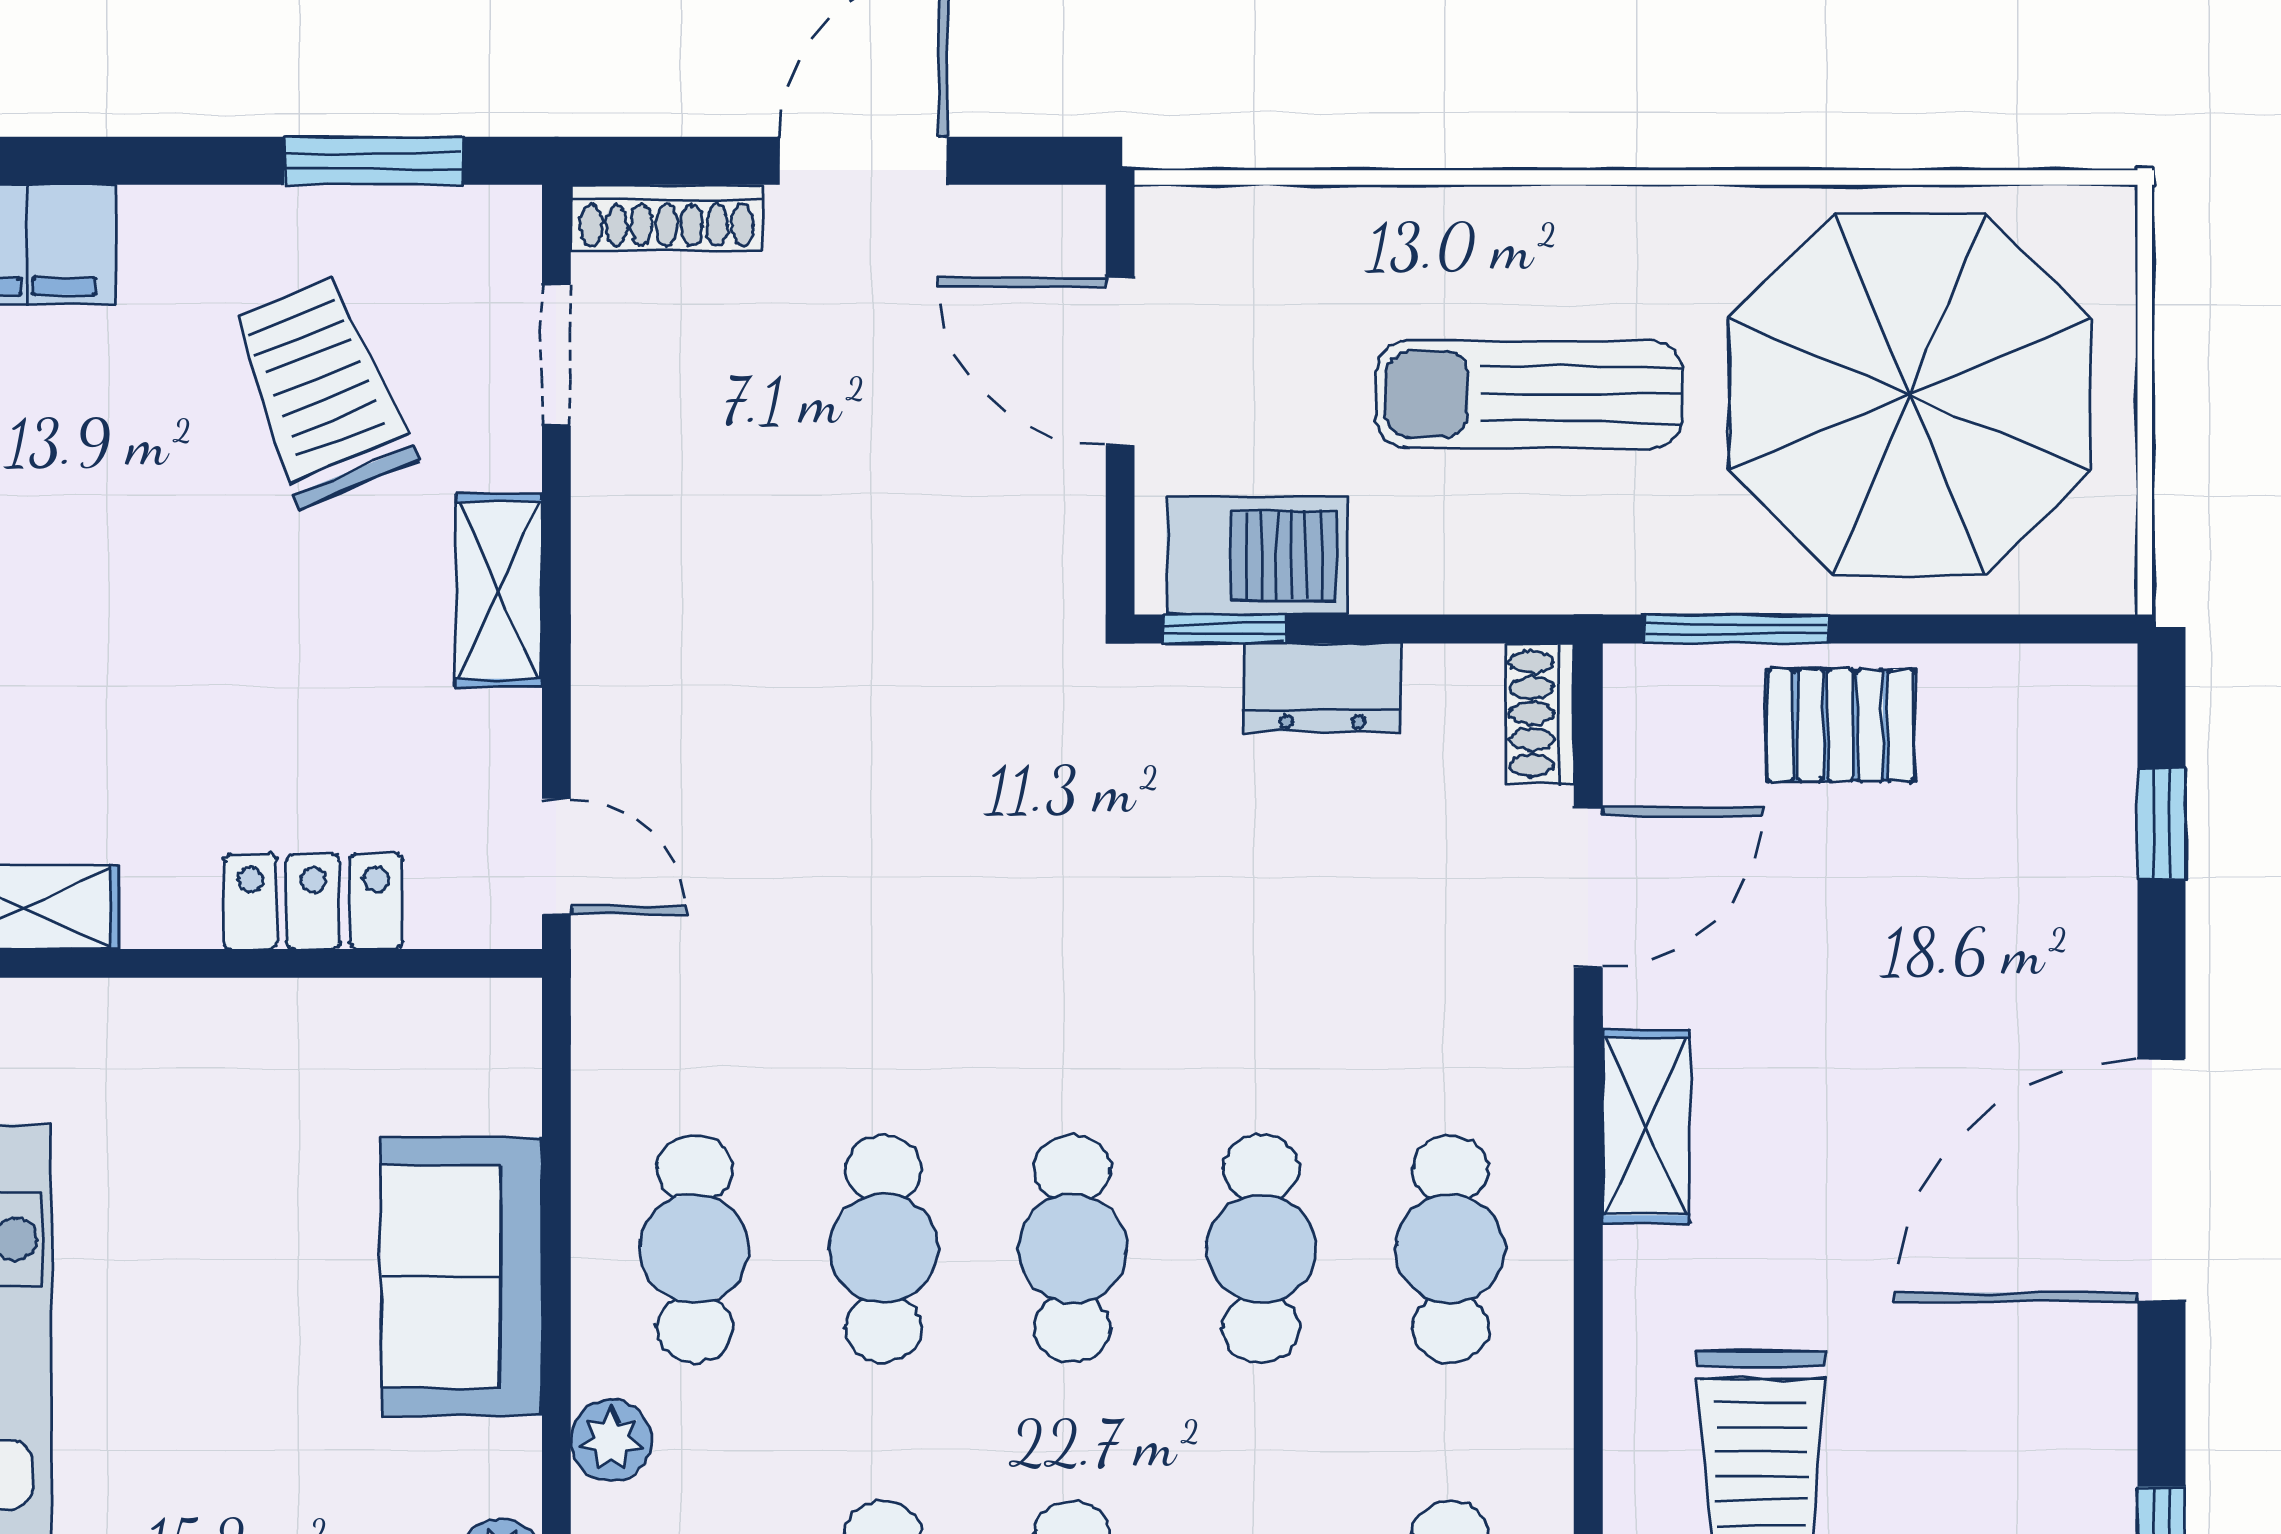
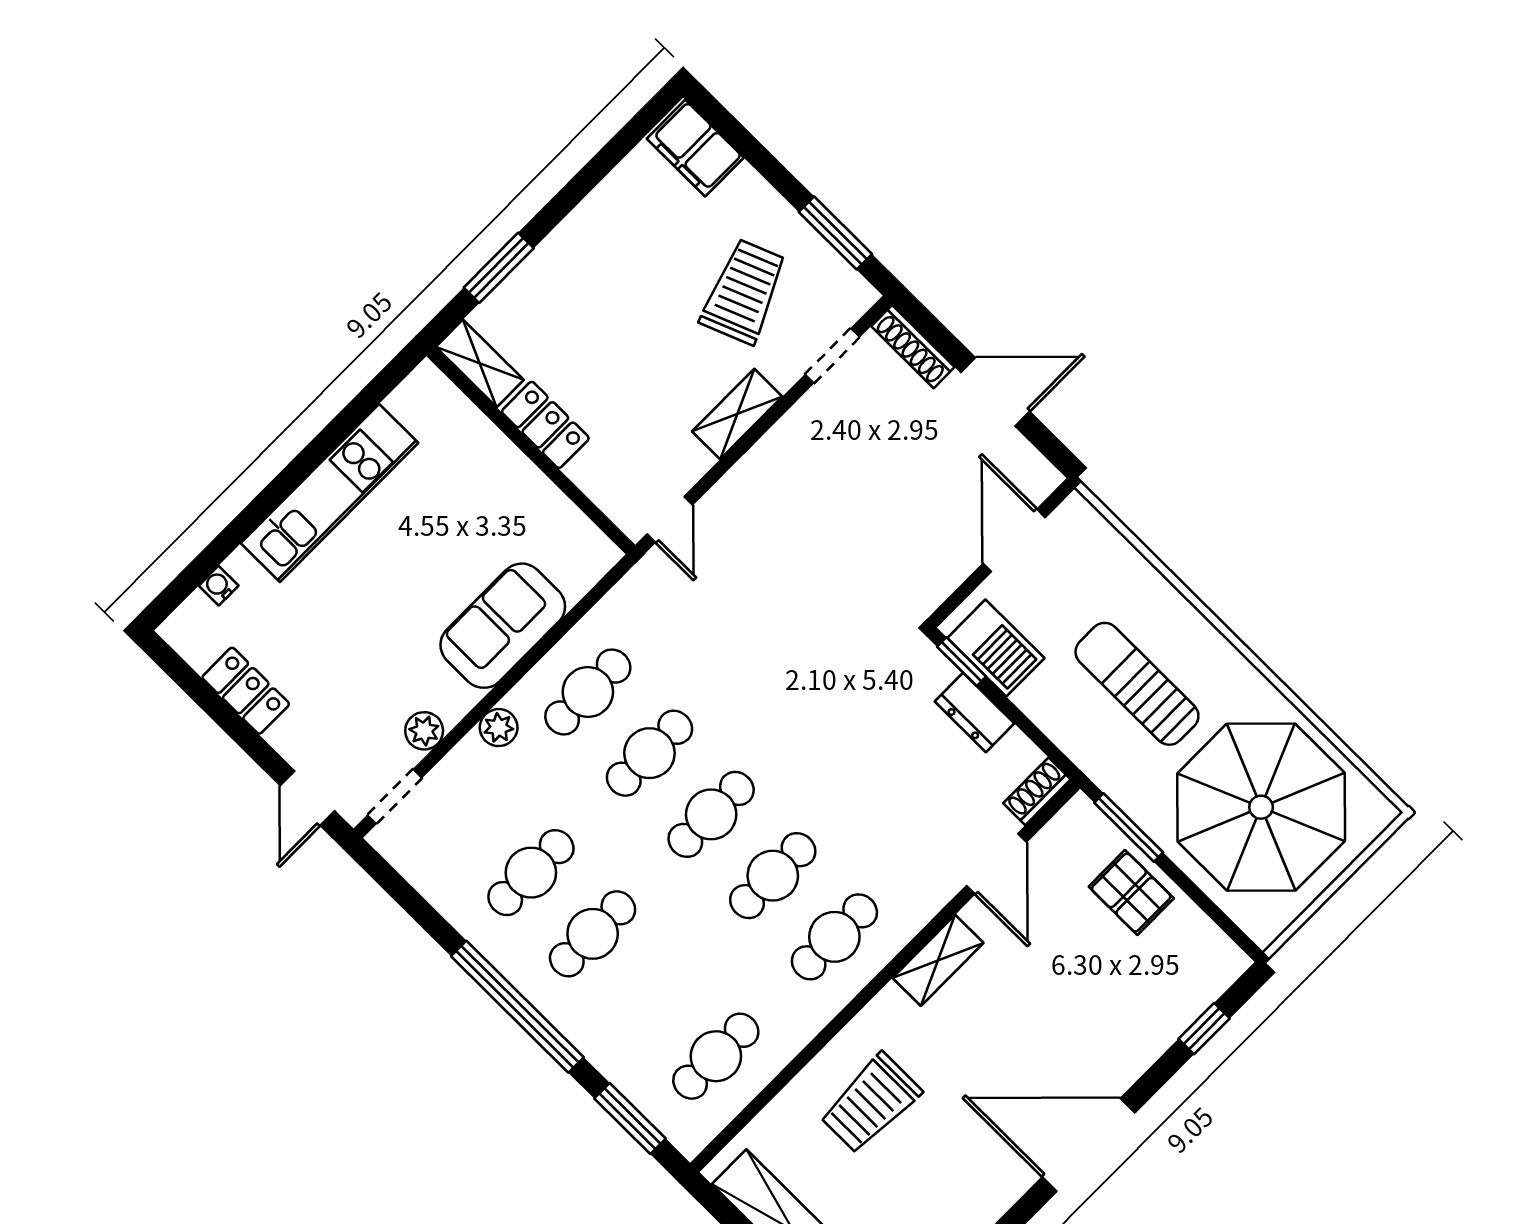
door: (1588, 888) -> (996, 864), hinge flipped
locker: (313, 901) -> (545, 425), moved

